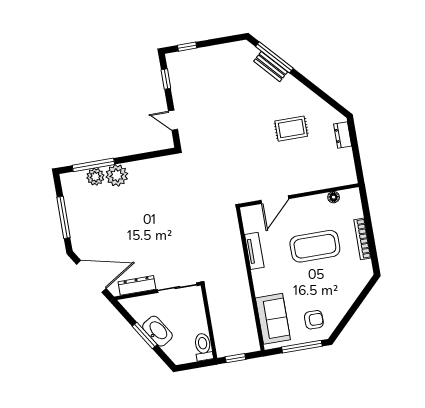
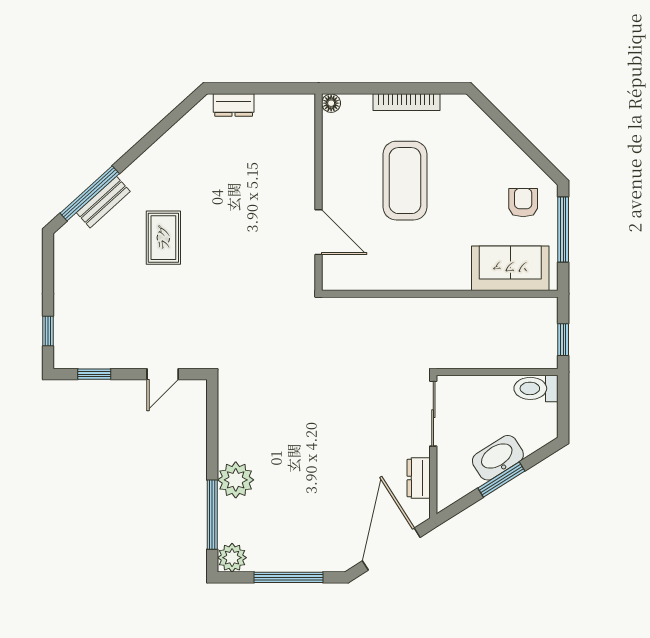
rug: (291, 129) -> (163, 238), moved
plant: (95, 177) -> (232, 558), moved
floor lamp: (334, 197) -> (331, 103), moved
tv unit: (254, 251) -> (396, 279), removed
dresser: (137, 285) -> (419, 478), width x0.70

